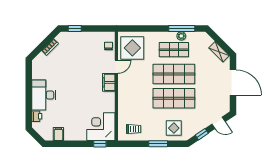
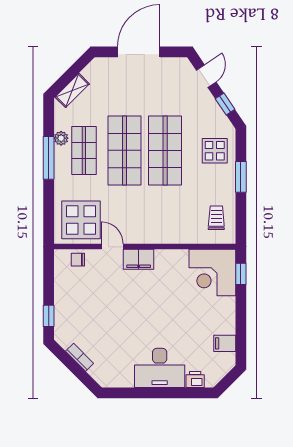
window: (182, 29) -> (49, 158), moved
shelving: (219, 52) -> (72, 90), moved

